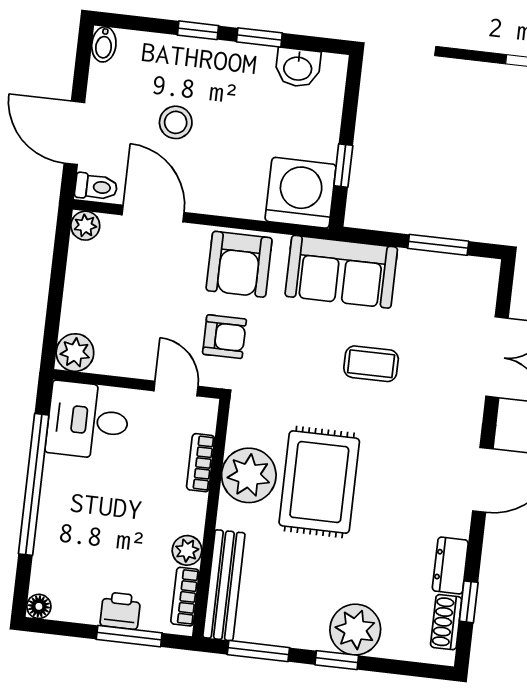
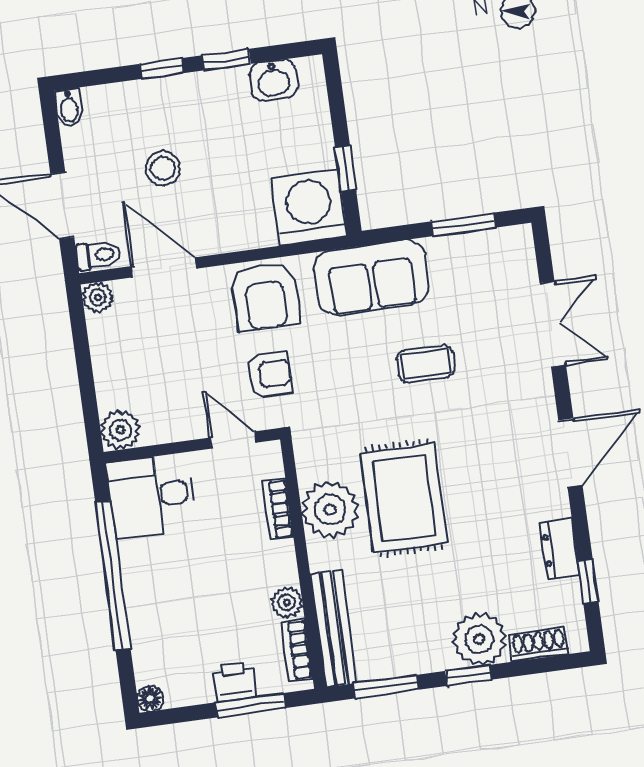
shoe rack: (446, 622) -> (539, 644), moved, turned 90

